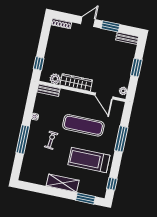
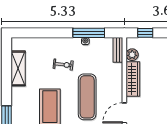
window: (23, 139) -> (89, 33), moved
shelving: (63, 183) -> (18, 68), moved

